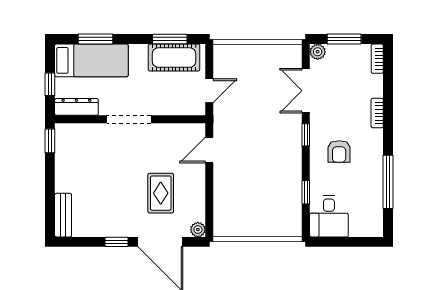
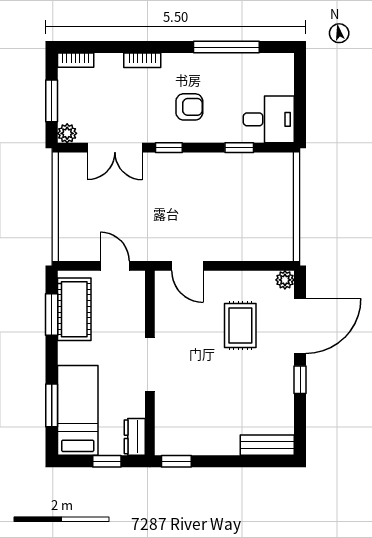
dresser: (76, 107) -> (135, 437), width x0.70
rug: (161, 193) -> (240, 325), turned 90

